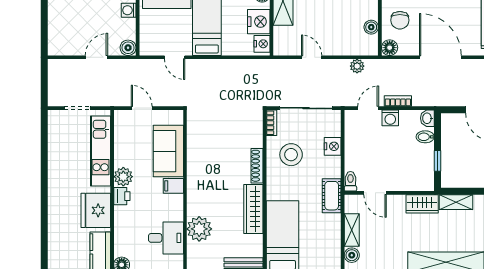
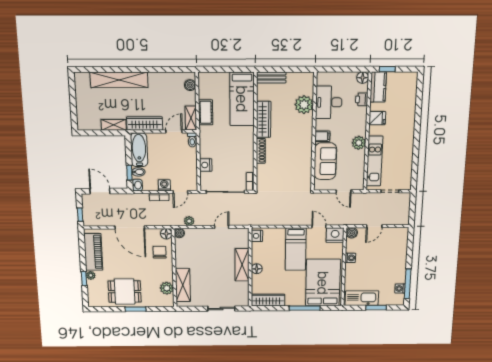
nightstand: (259, 22) -> (335, 235), moved, turned 90
boiler: (371, 27) -> (179, 233), moved
door: (312, 57) -> (222, 227), swing flipped
stool: (291, 155) -> (236, 159), removed
window: (438, 161) -> (129, 173), moved
bathtub: (423, 168) -> (139, 150), added
door: (375, 193) -> (174, 131), hinge flipped
printer: (122, 196) -> (362, 99), moved
cot: (332, 196) -> (206, 112), moved
wardrobe: (422, 204) -> (145, 123), width x1.50
fridge: (96, 210) -> (377, 118), width x0.53, depth x0.75
shelving: (352, 230) -> (191, 118), moved
desk: (166, 238) -> (329, 102), width x1.37

